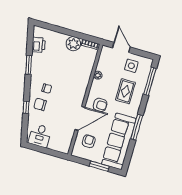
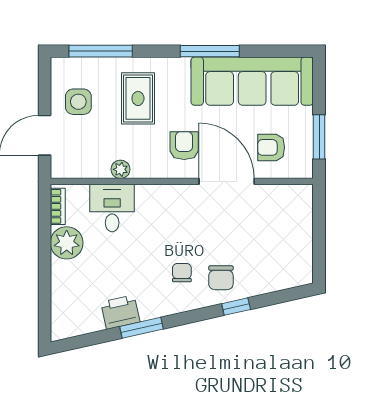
printer: (39, 45) -> (120, 312), moved
rug: (125, 91) -> (138, 98), turned 90
desk: (40, 136) -> (112, 208), moved, turned -90
window: (99, 166) -> (319, 137), moved

